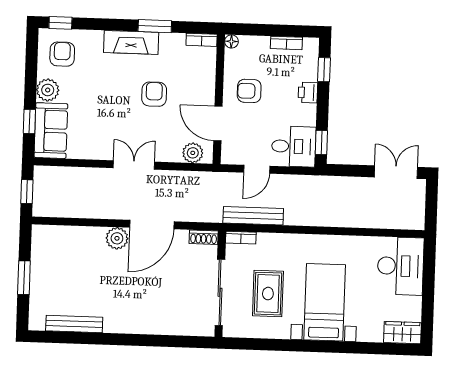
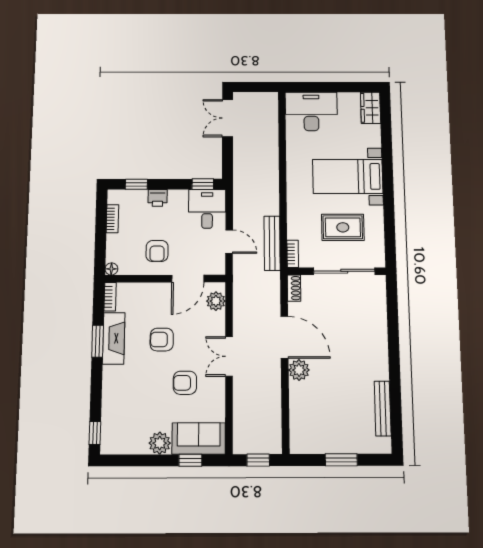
fireplace: (131, 42) -> (114, 338), moved
armchair: (62, 54) -> (185, 383), moved

